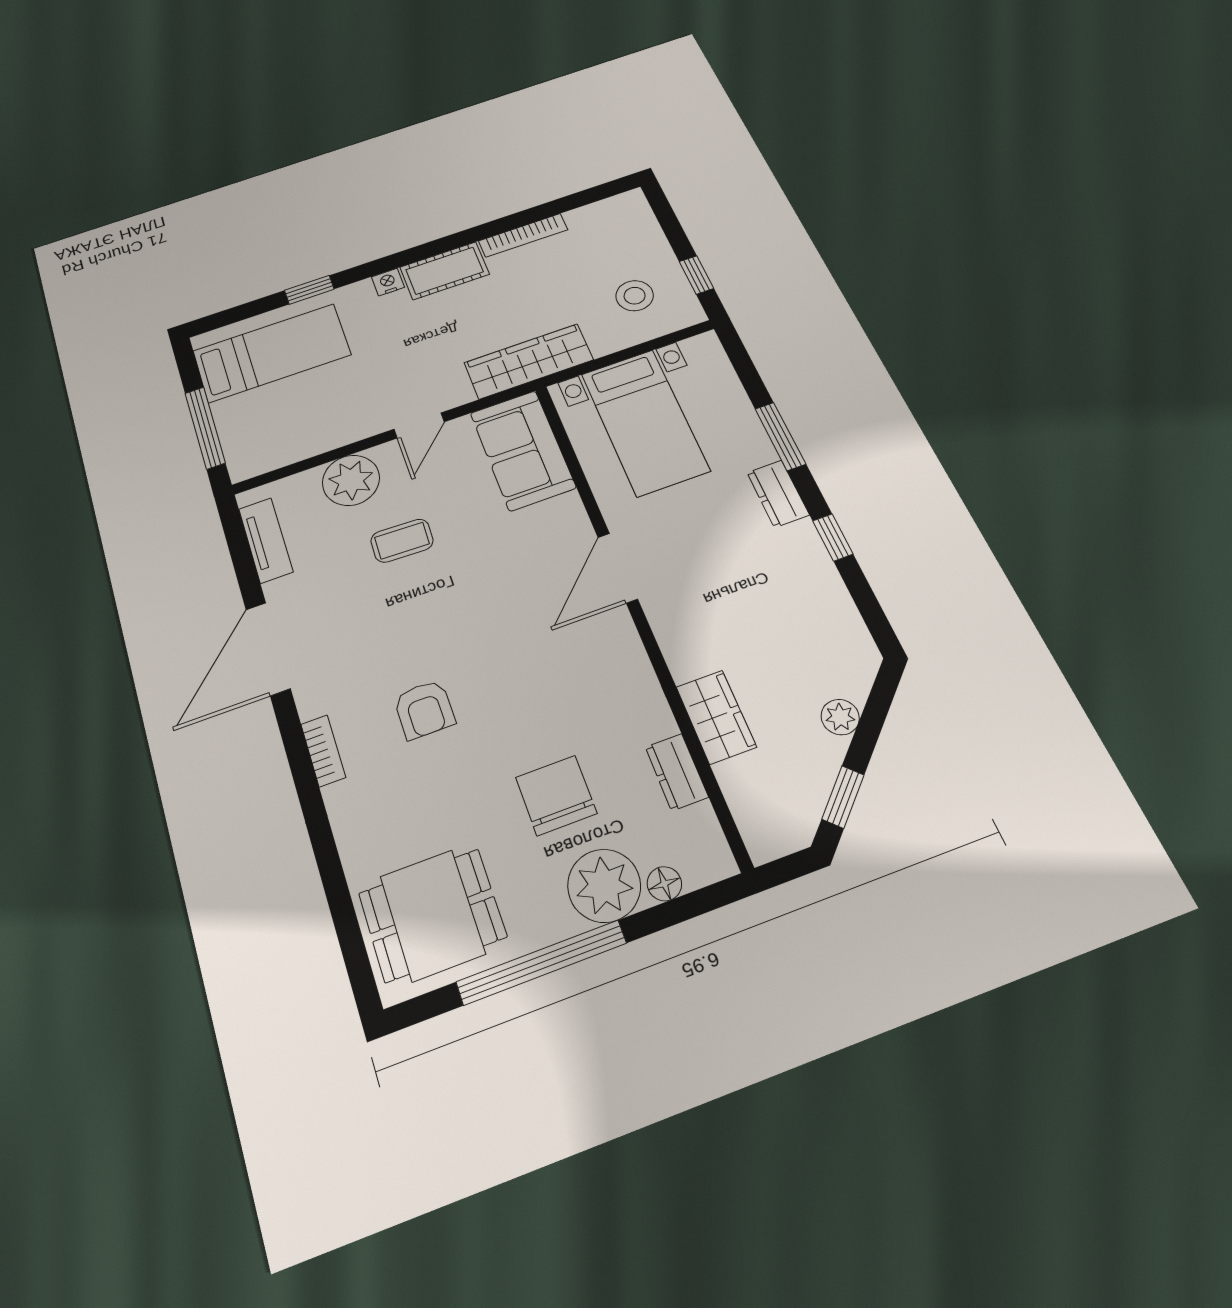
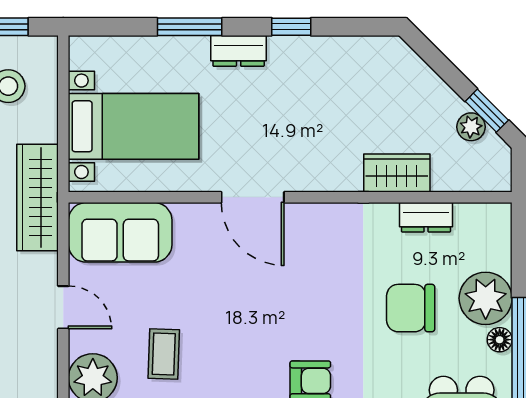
plant: (840, 717) -> (471, 127), moved
floor lamp: (664, 884) -> (500, 340), moved

